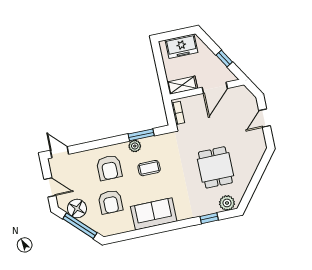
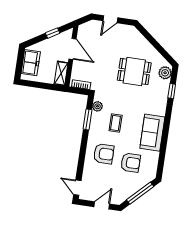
door: (264, 118) -> (110, 19), hinge flipped
plant: (135, 146) -> (98, 106), moved
door: (60, 152) -> (77, 188), hinge flipped
floor lamp: (77, 209) -> (126, 190), removed

